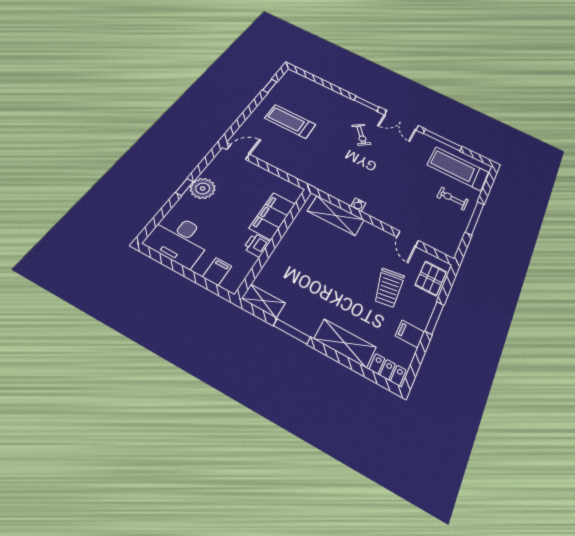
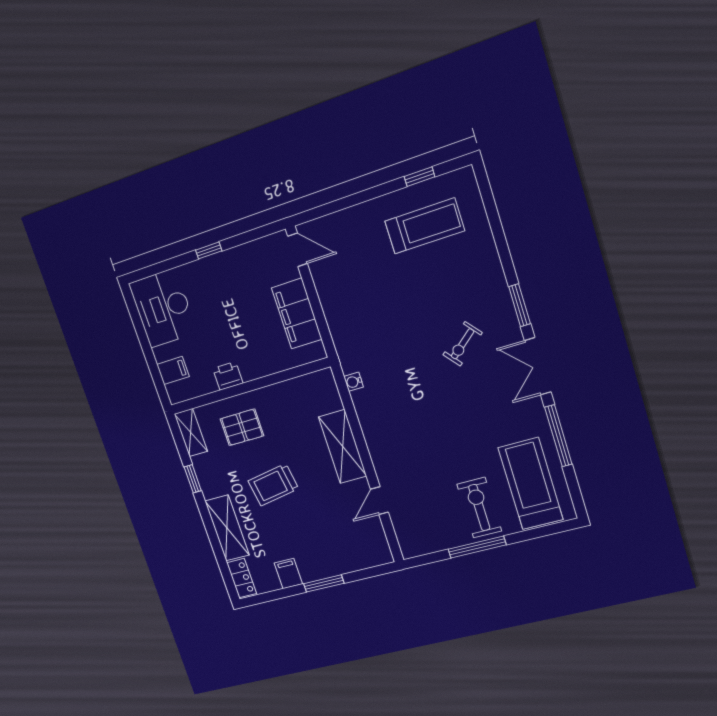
treadmill: (290, 121) -> (425, 226), moved, turned 90
plant: (203, 188) -> (225, 267), removed
exercise bike: (453, 199) -> (479, 508), width x1.38, depth x1.39
water cooler: (358, 205) -> (354, 382), moved
shelving: (336, 215) -> (343, 447), moved
filing cabinet: (272, 216) -> (297, 314), moved, turned -90
pallet: (431, 278) -> (242, 427), moved
trolley: (389, 288) -> (273, 485), moved
window: (292, 331) -> (193, 479), width x0.67

